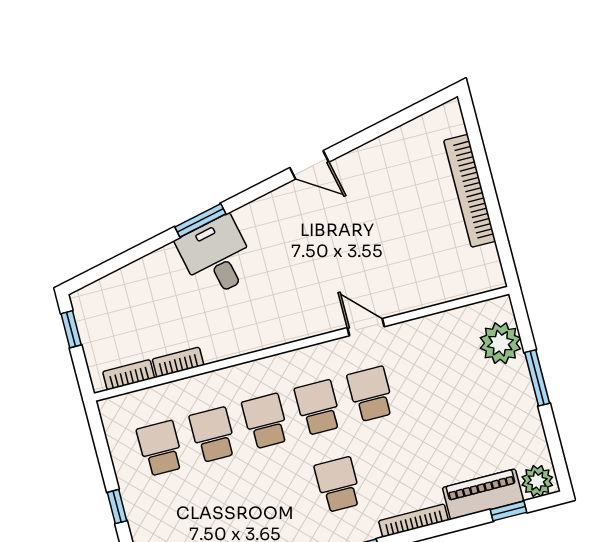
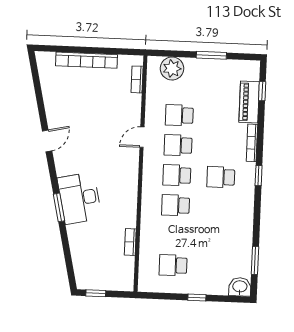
desk: (217, 257) -> (80, 198), width x1.37
bookcase: (129, 375) -> (137, 79), moved
window: (537, 378) -> (211, 55), moved
school desk: (213, 435) -> (179, 115), moved
plant: (537, 481) -> (251, 71), removed

